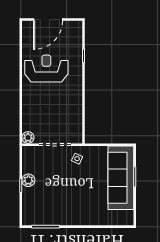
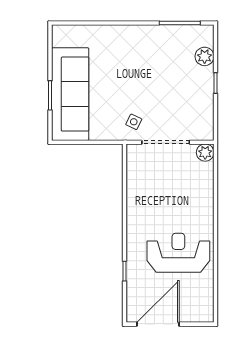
door: (48, 19) -> (158, 324), moved
reception desk: (46, 69) -> (178, 253), turned 180
plant: (28, 180) -> (205, 56), moved

